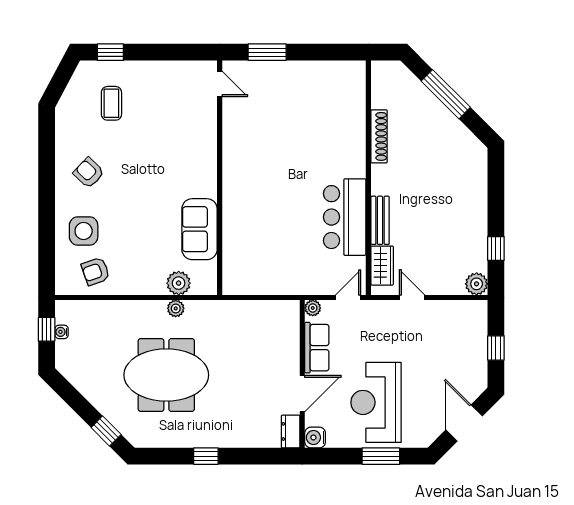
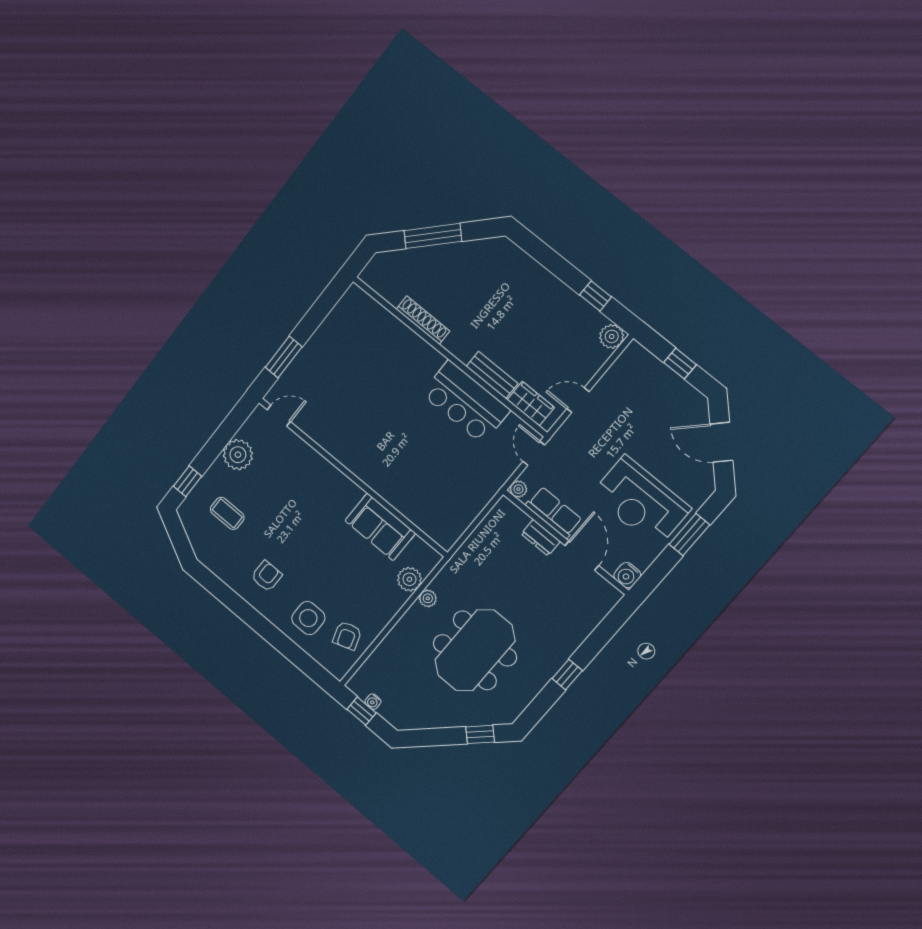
plant: (164, 76) -> (238, 455), added
armchair: (89, 173) -> (267, 576), turned 136
dresser: (291, 431) -> (541, 538), moved

